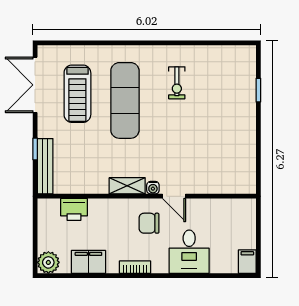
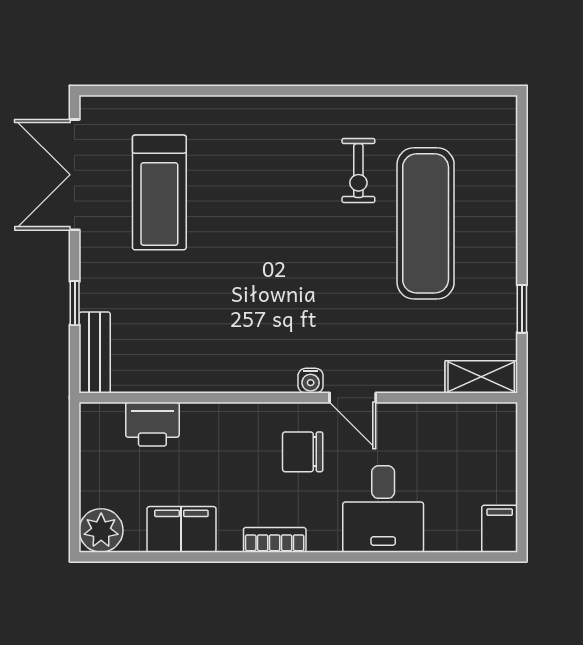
window: (258, 90) -> (522, 309), moved
exercise mat: (125, 100) -> (426, 223), moved
bench: (45, 166) -> (95, 352), width x0.73
shelving: (127, 186) -> (481, 377), moved

